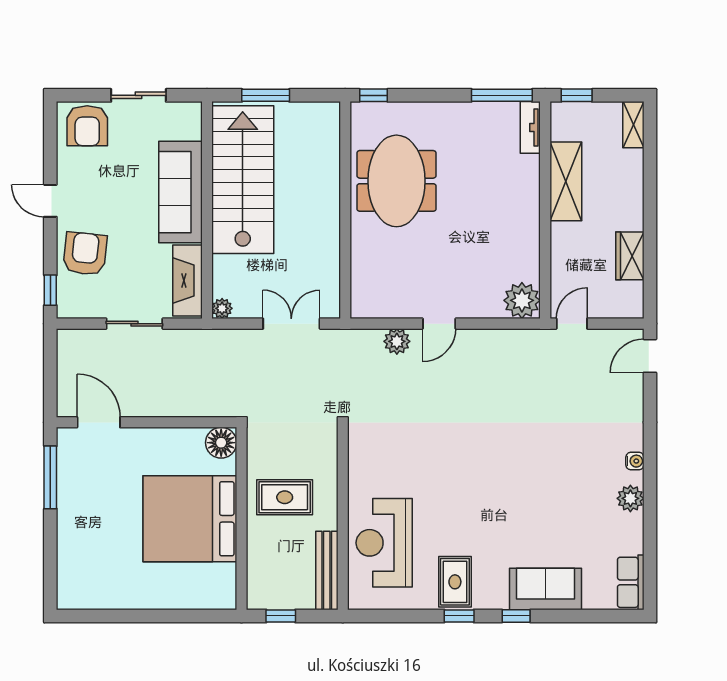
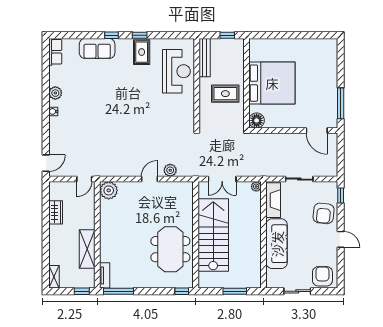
stairs: (243, 180) -> (213, 235), moved, turned 180

